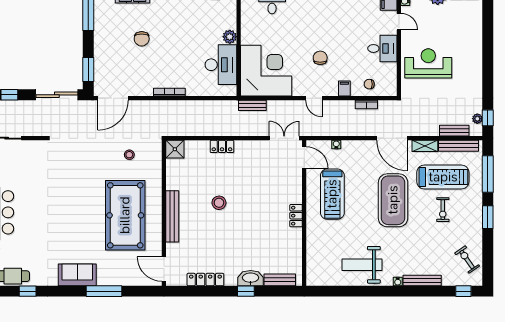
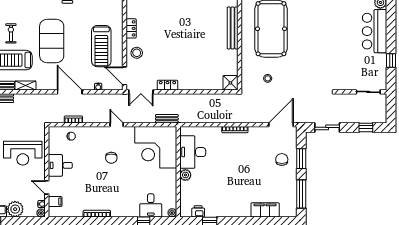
chair: (142, 39) -> (282, 159), moved
window: (88, 69) -> (301, 159), moved
filing cabinet: (344, 89) -> (92, 133), removed
sliding door: (57, 95) -> (327, 127), width x0.73
door: (392, 138) -> (70, 92), moved
locker: (222, 146) -> (167, 85), moved
treadmill: (332, 194) -> (101, 46), turned 180
stool: (219, 203) -> (137, 53), moved

